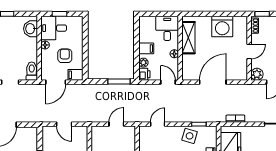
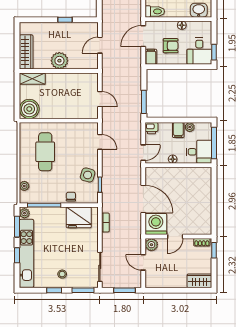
window: (60, 14) -> (214, 52), moved
window: (159, 14) -> (214, 143), added
washing machine: (222, 27) -> (156, 224), moved, turned 90
desk: (54, 28) -> (199, 51), moved, turned 180
shelving: (188, 38) -> (190, 174), removed
door: (249, 51) -> (175, 237), hinge flipped
plant: (143, 63) -> (190, 127), moved
door: (56, 82) -> (143, 36), hinge flipped

